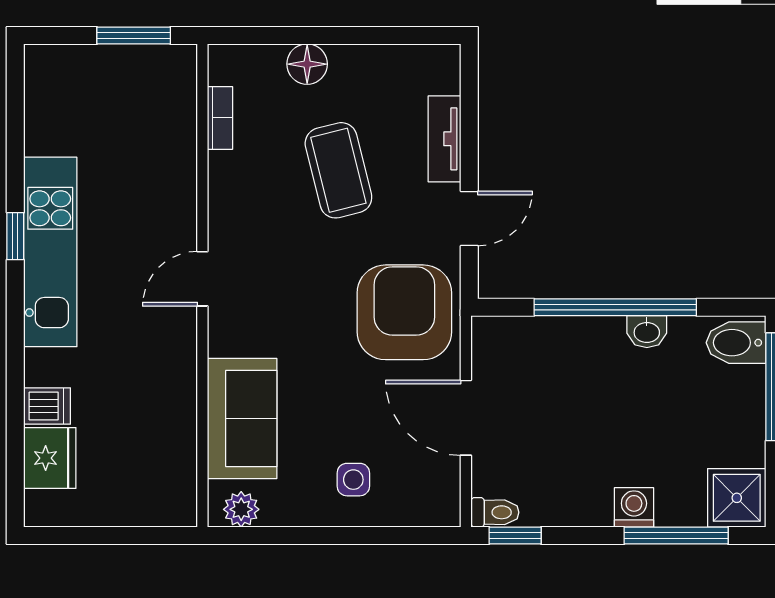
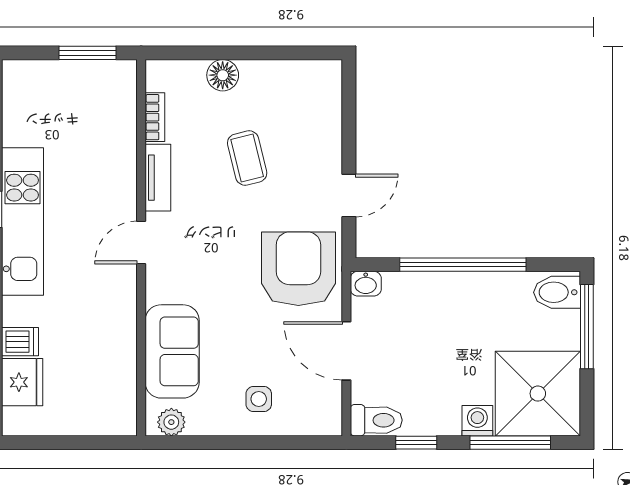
tv unit: (444, 139) -> (158, 178), moved, turned 180
coffee table: (338, 170) -> (247, 158), width x0.73, depth x0.77
washbasin: (647, 332) -> (366, 284), moved
shower: (737, 498) -> (538, 394), width x1.86, depth x1.86
toilet: (495, 512) -> (376, 420), width x1.37, depth x1.39
window: (515, 535) -> (416, 443), moved

